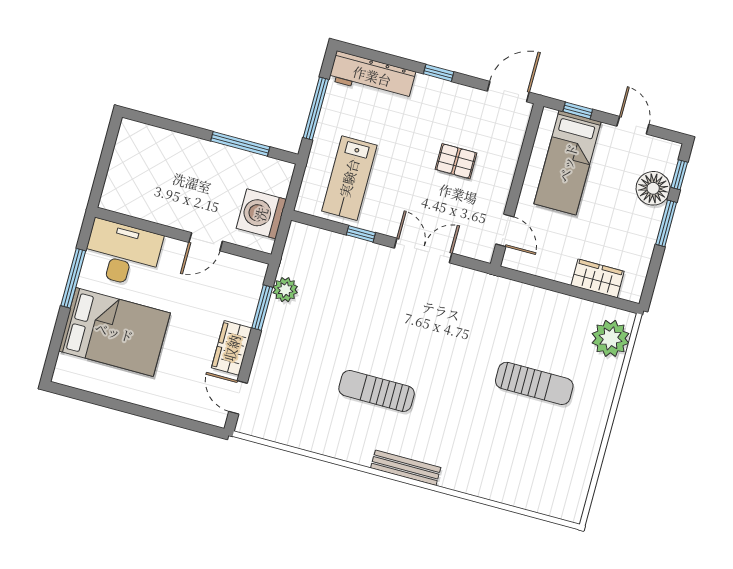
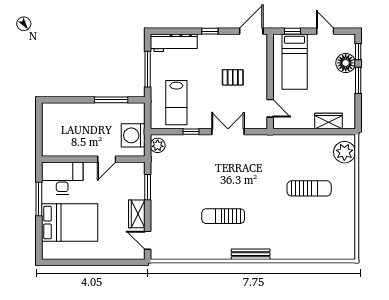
plant: (285, 290) -> (158, 145), moved

